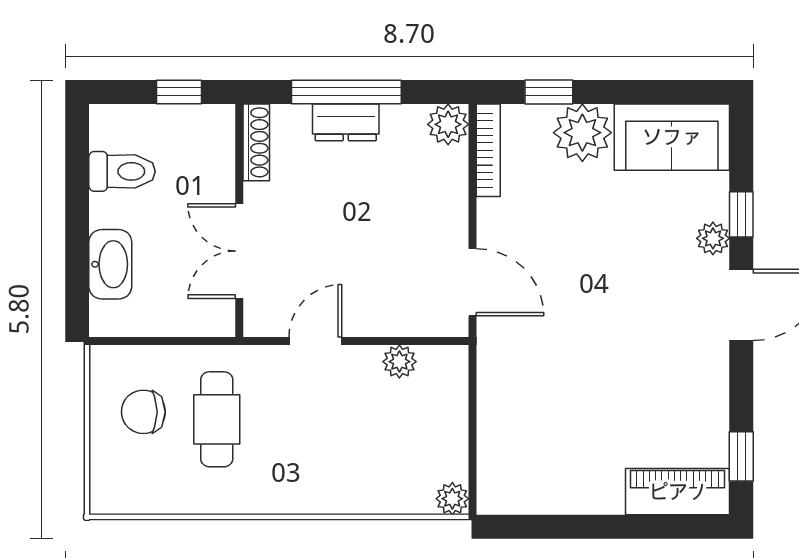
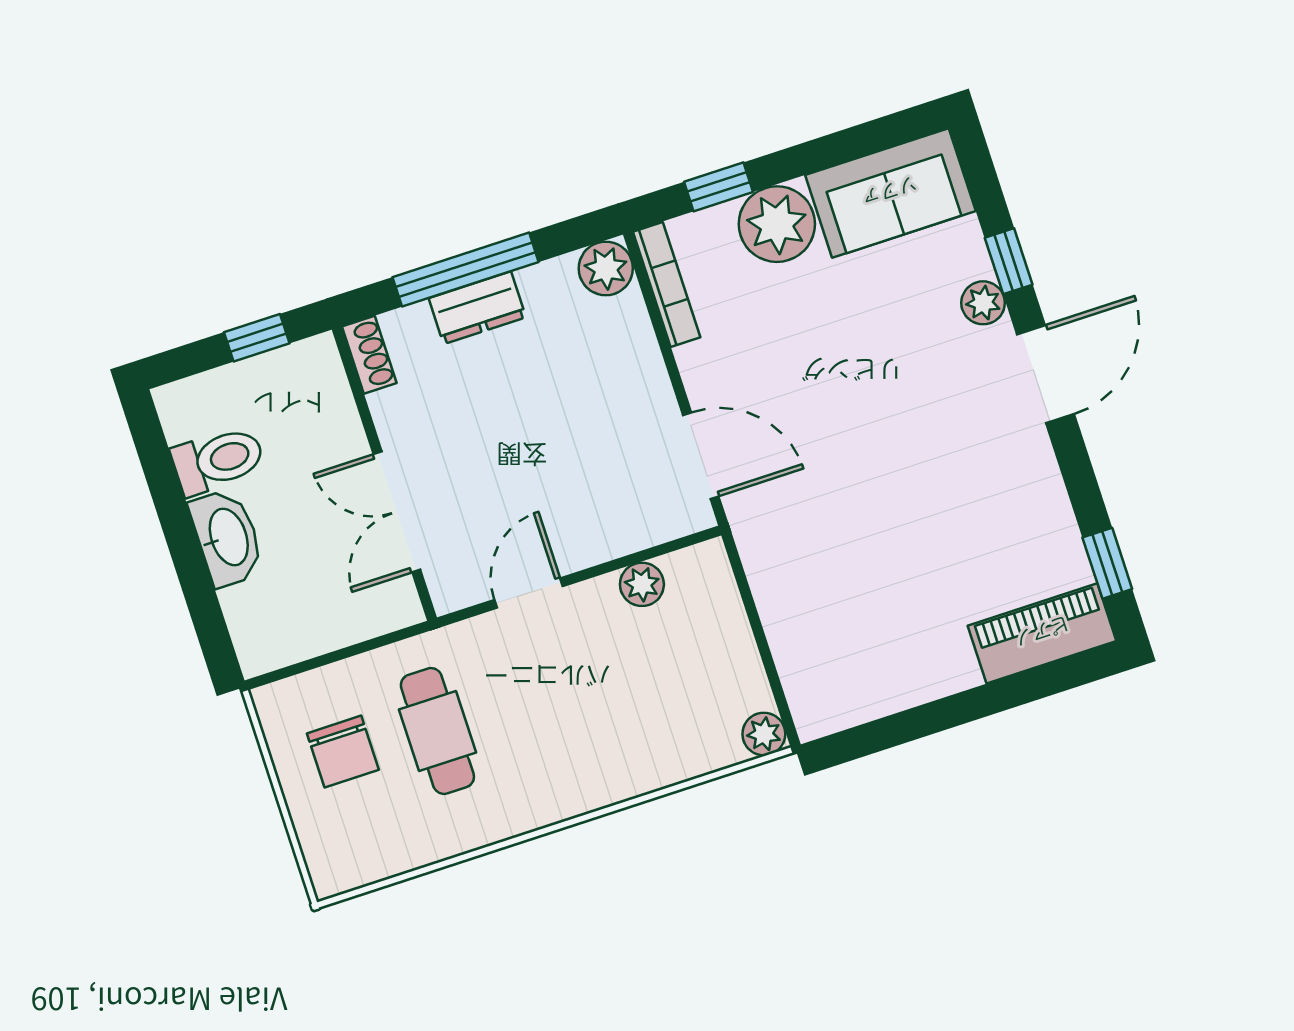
shoe rack: (256, 142) -> (369, 355), width x0.70
washbasin: (110, 264) -> (227, 537), moved
chair: (143, 412) -> (343, 752), turned -90

